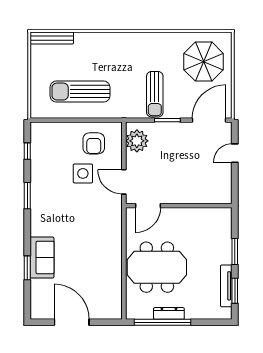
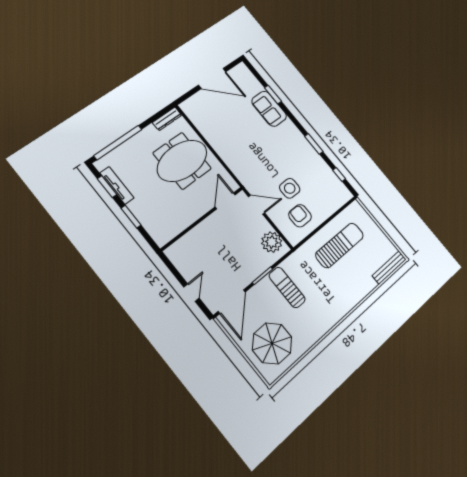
dresser: (169, 313) -> (167, 119), moved
window: (162, 322) -> (118, 142), moved

